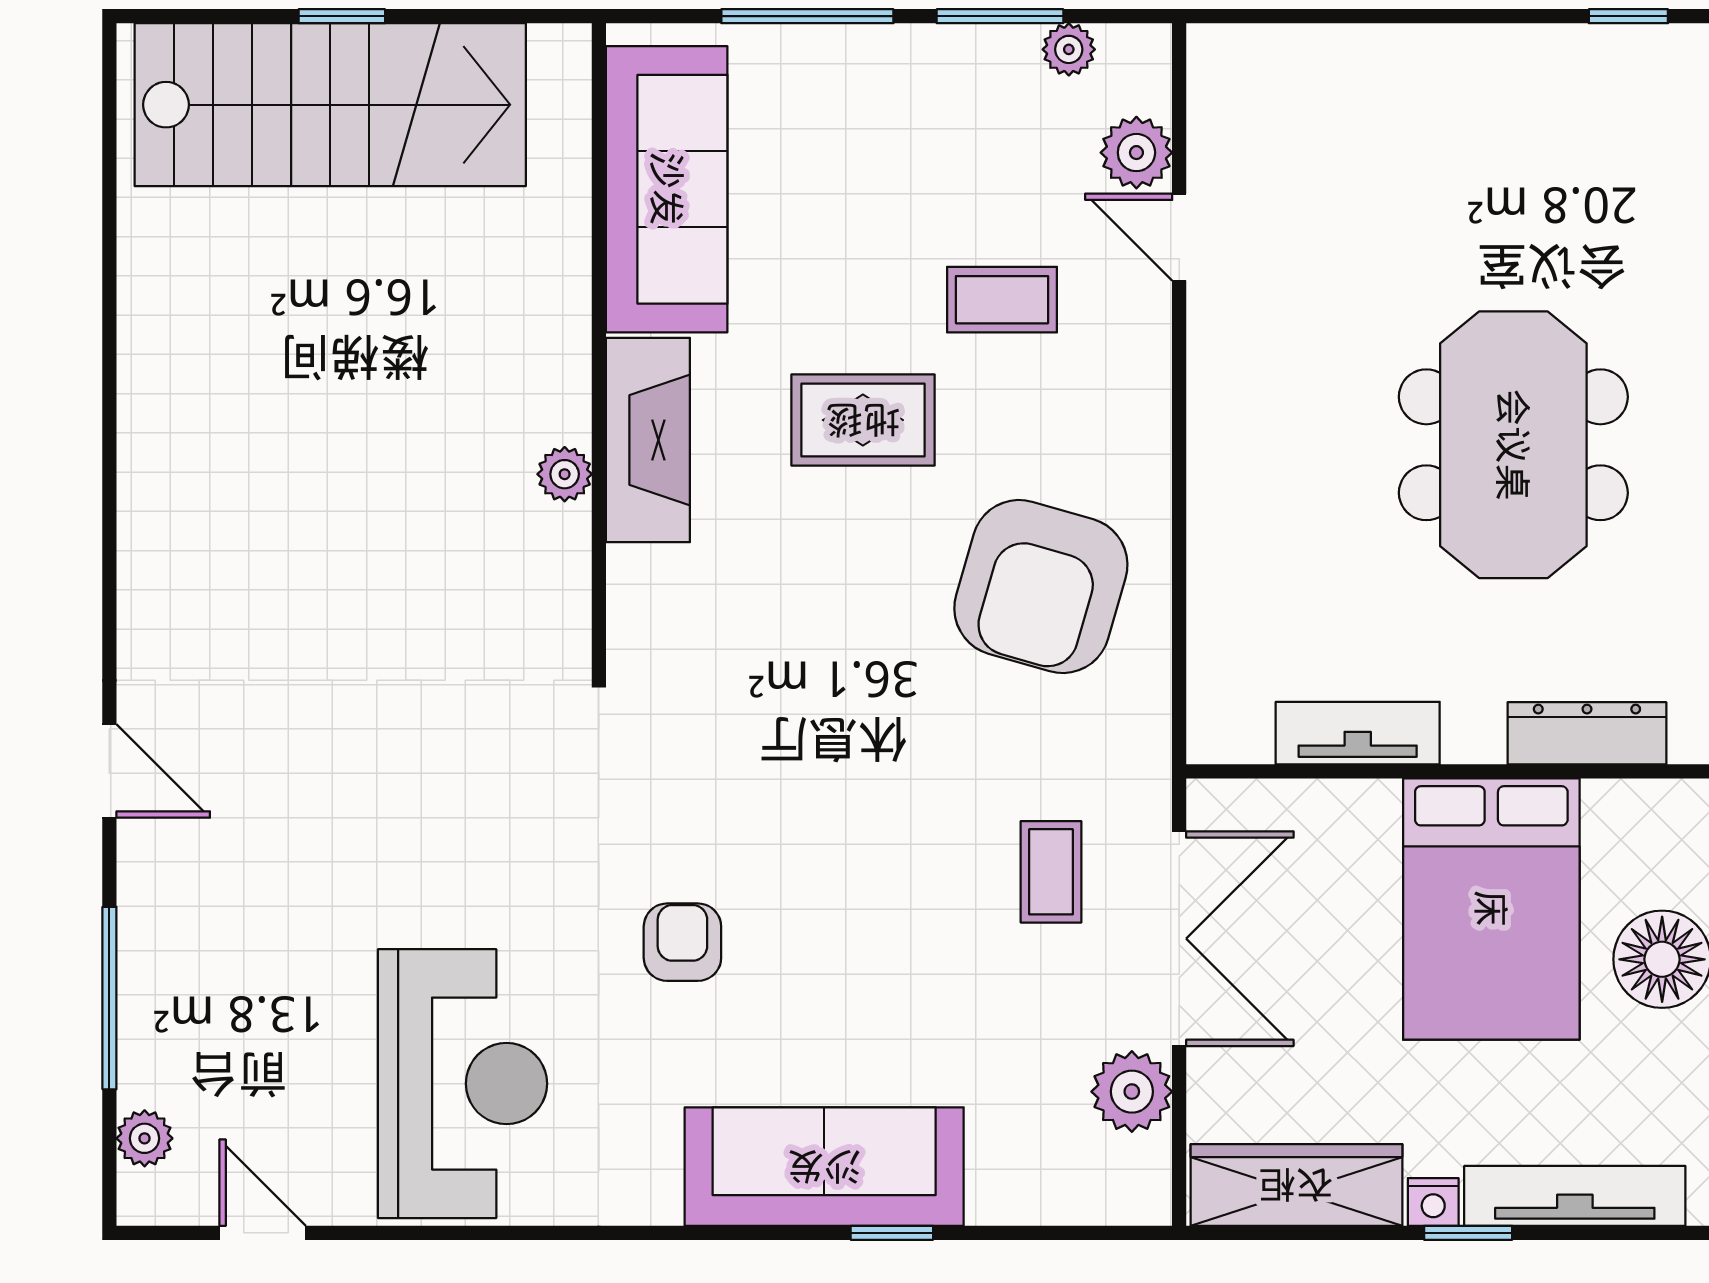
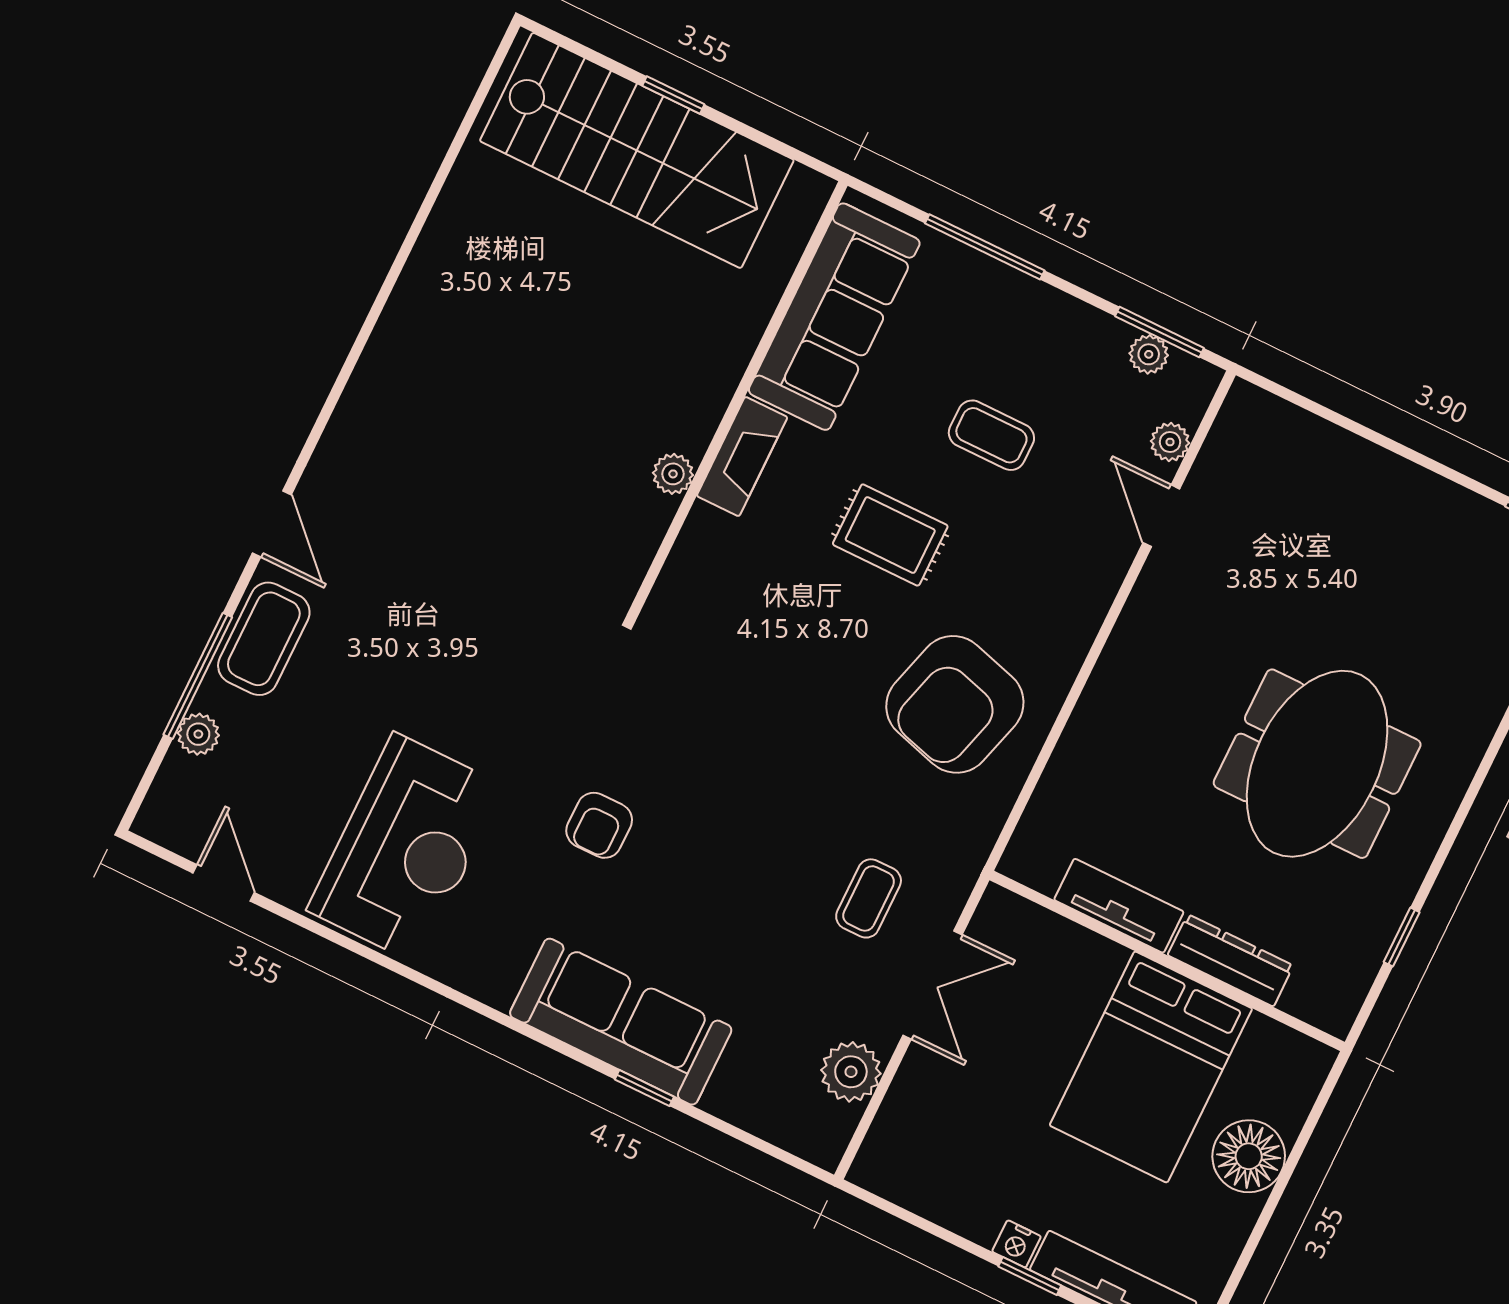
window: (1000, 16) -> (1159, 332), moved
plant: (1136, 153) -> (1170, 442), width x0.73, depth x0.73
coffee table: (1002, 300) -> (991, 435), moved
fireplace: (648, 440) -> (742, 457), width x0.73, depth x0.76
dresser: (1587, 733) -> (1230, 960), moved
coffee table: (167, 914) -> (264, 639), added
double door: (1179, 939) -> (933, 985), width x0.73
armchair: (682, 942) -> (599, 825), turned 180
plant: (145, 1138) -> (198, 734), moved
wardrobe: (1296, 1185) -> (931, 1188), removed

